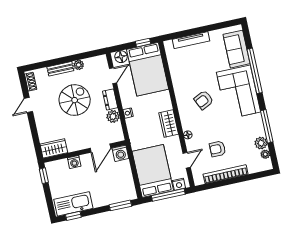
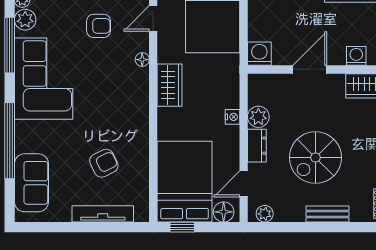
plant: (79, 65) -> (265, 214), moved
corner sofa: (239, 92) -> (44, 79), moved
armchair: (204, 100) -> (104, 163), moved
door: (100, 148) -> (310, 69), moved
washing machine: (74, 162) -> (356, 56), moved

